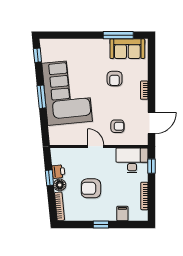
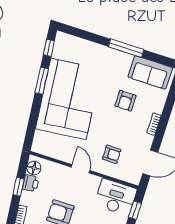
window: (118, 35) -> (126, 48), moved
window: (41, 97) -> (42, 81), moved
floor lamp: (60, 185) -> (34, 168), moved

